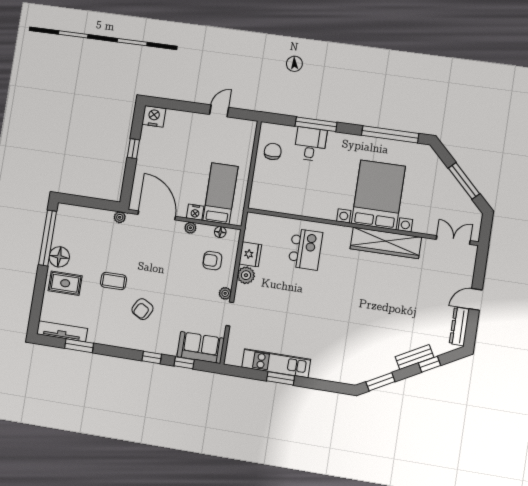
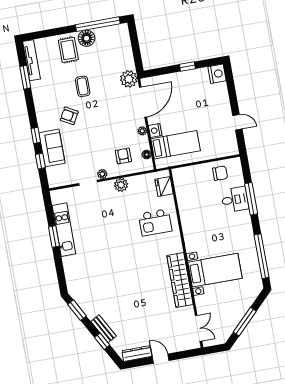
bed with nightstands: (378, 195) -> (215, 270), width x0.73
plant: (120, 217) -> (129, 79), width x1.88, depth x1.88
fridge: (250, 254) -> (164, 187), moved, turned 90
sofa: (201, 348) -> (52, 148), moved

